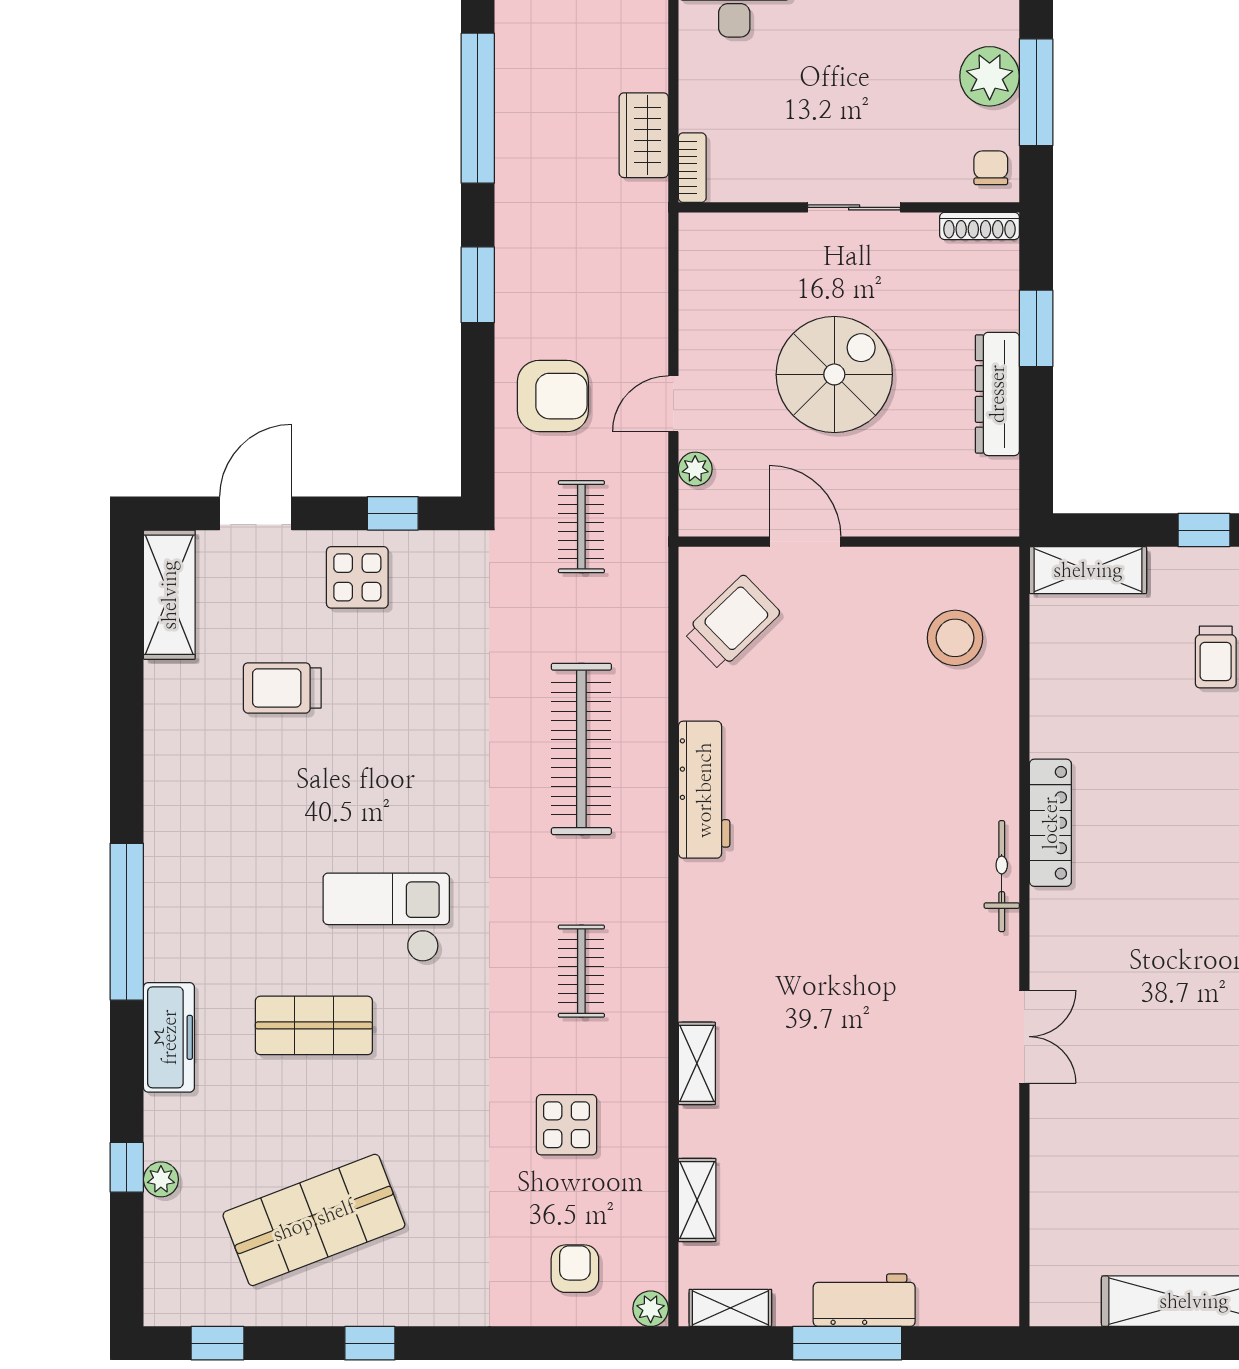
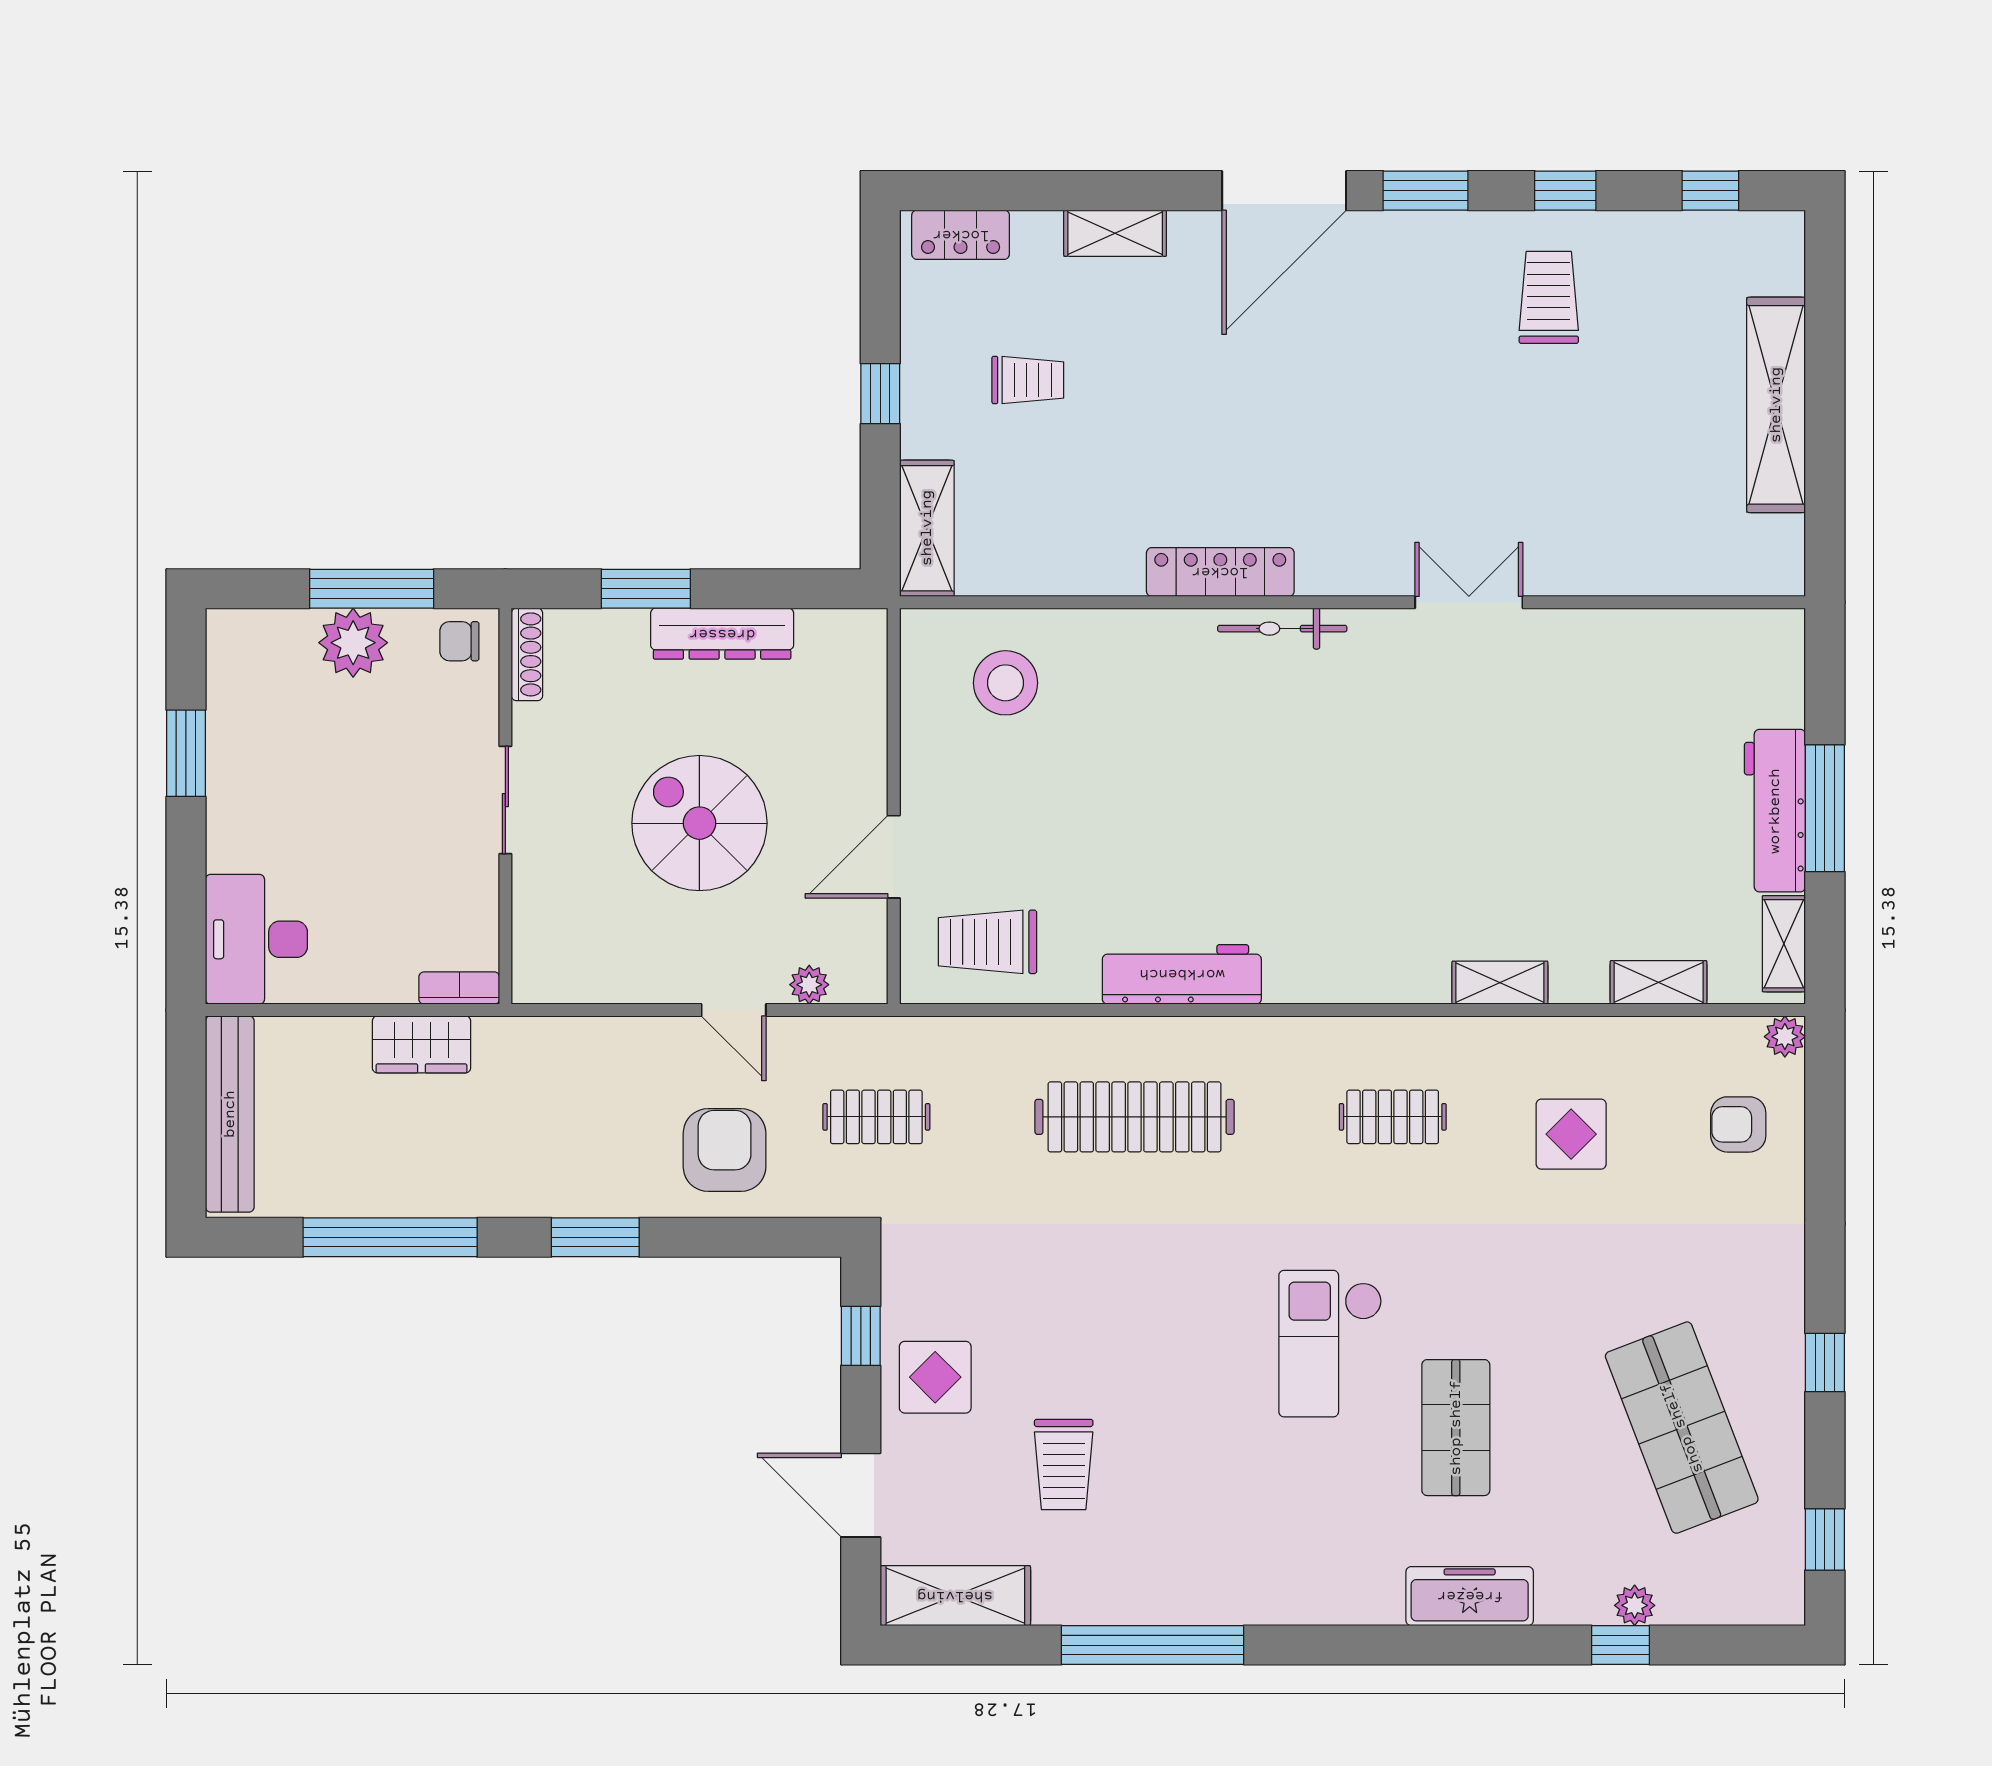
trolley: (732, 622) -> (988, 942), turned -46
window: (127, 922) -> (1153, 1645), moved
workbench: (864, 1300) -> (1775, 811), width x1.38

